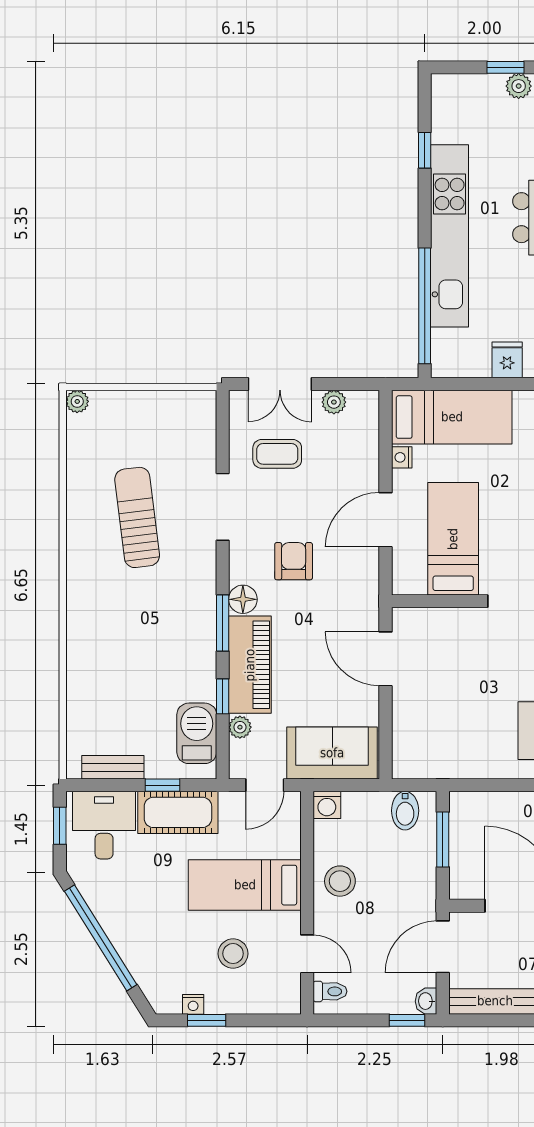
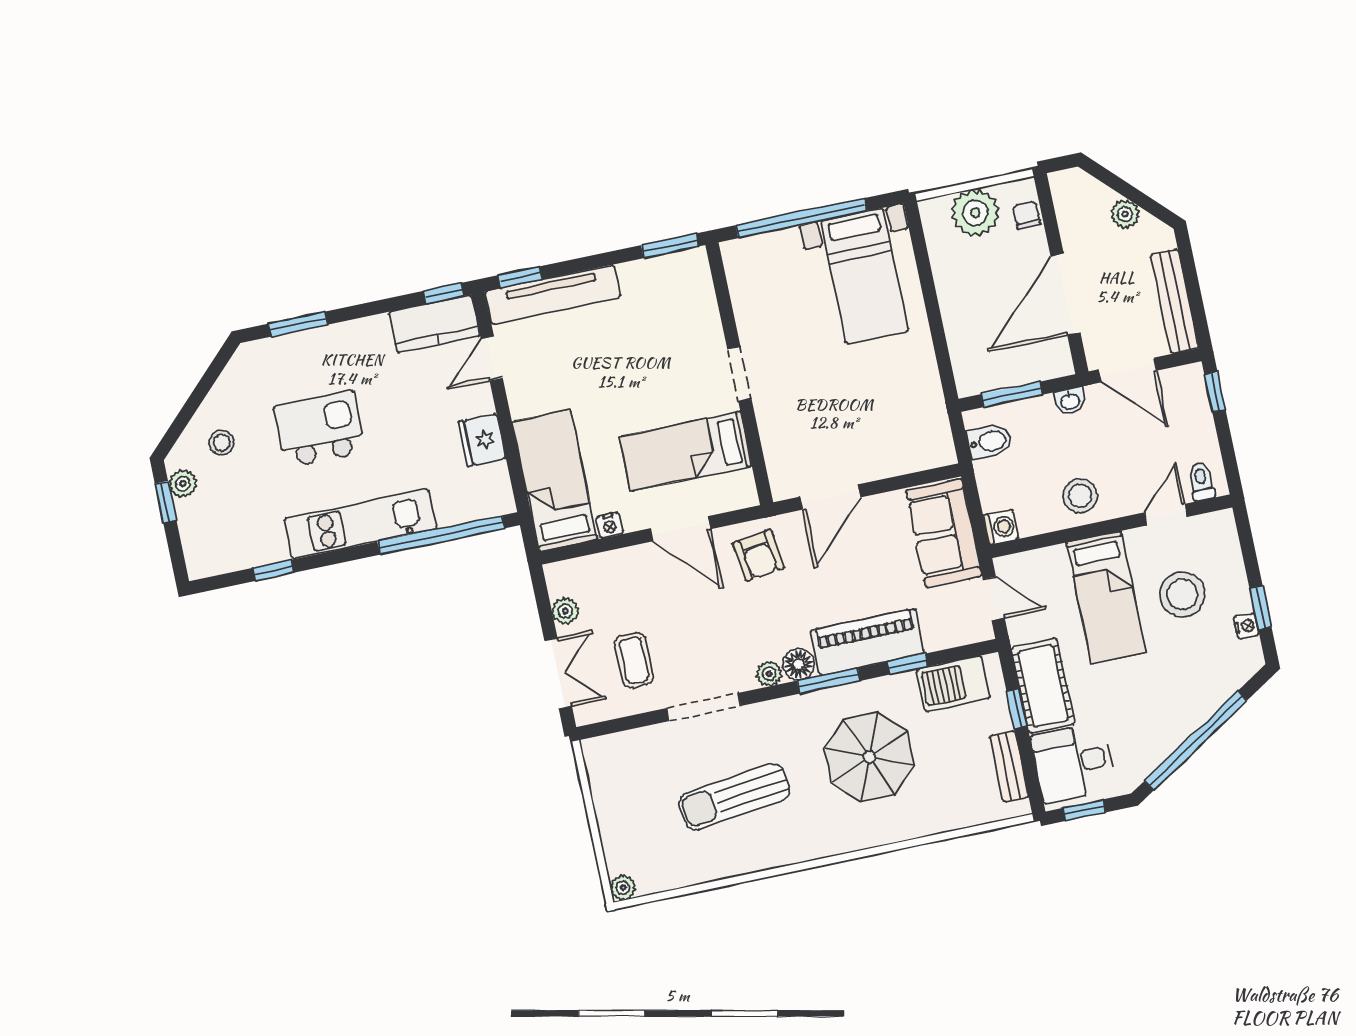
kitchen unit: (450, 236) -> (360, 524), width x0.73
fridge: (507, 360) -> (482, 440), width x1.38
armchair: (294, 561) -> (758, 555), moved, turned -98
parasol: (147, 645) -> (869, 757), added
plant: (240, 727) -> (769, 674), moved
stool: (233, 954) -> (1182, 594), width x1.38, depth x1.38
washbasin: (426, 1001) -> (1070, 401), moved

